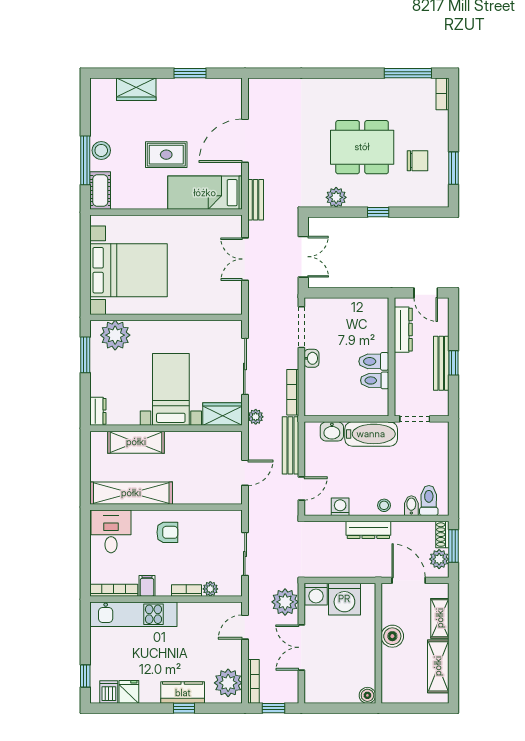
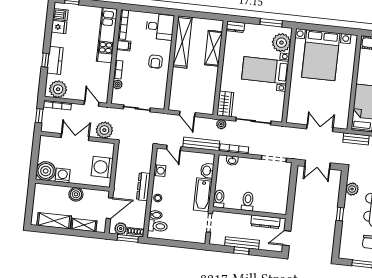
washbasin: (311, 358) -> (232, 160), moved
toilet: (375, 380) -> (219, 199), moved
bed with nightstands: (171, 389) -> (265, 70), moved, turned 180
washing machine: (316, 594) -> (63, 175), moved, turned 90
boiler: (367, 695) -> (46, 171), width x1.86, depth x1.86

